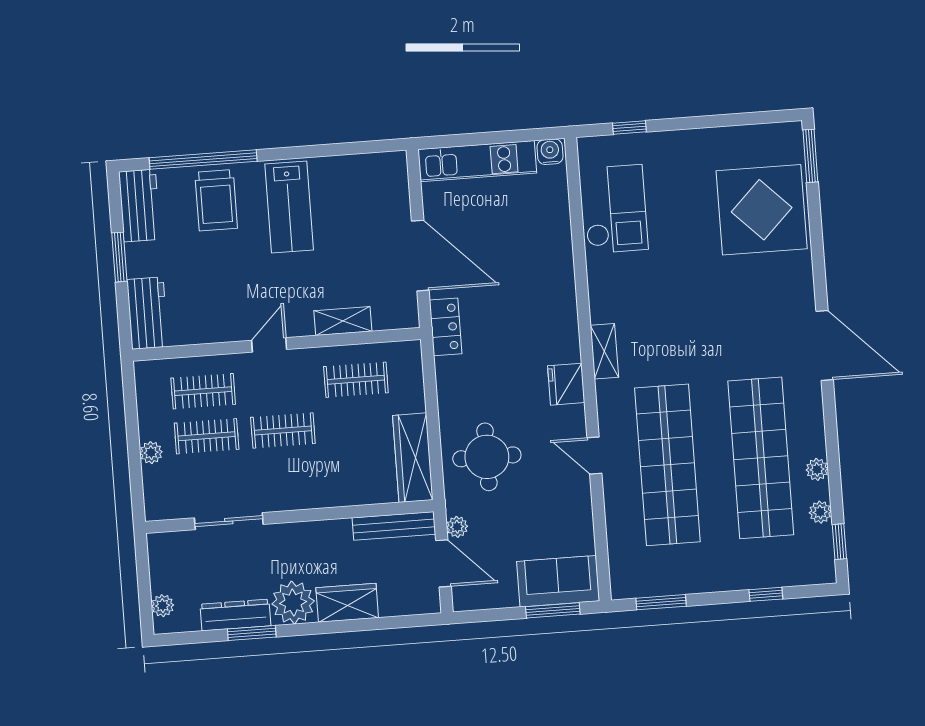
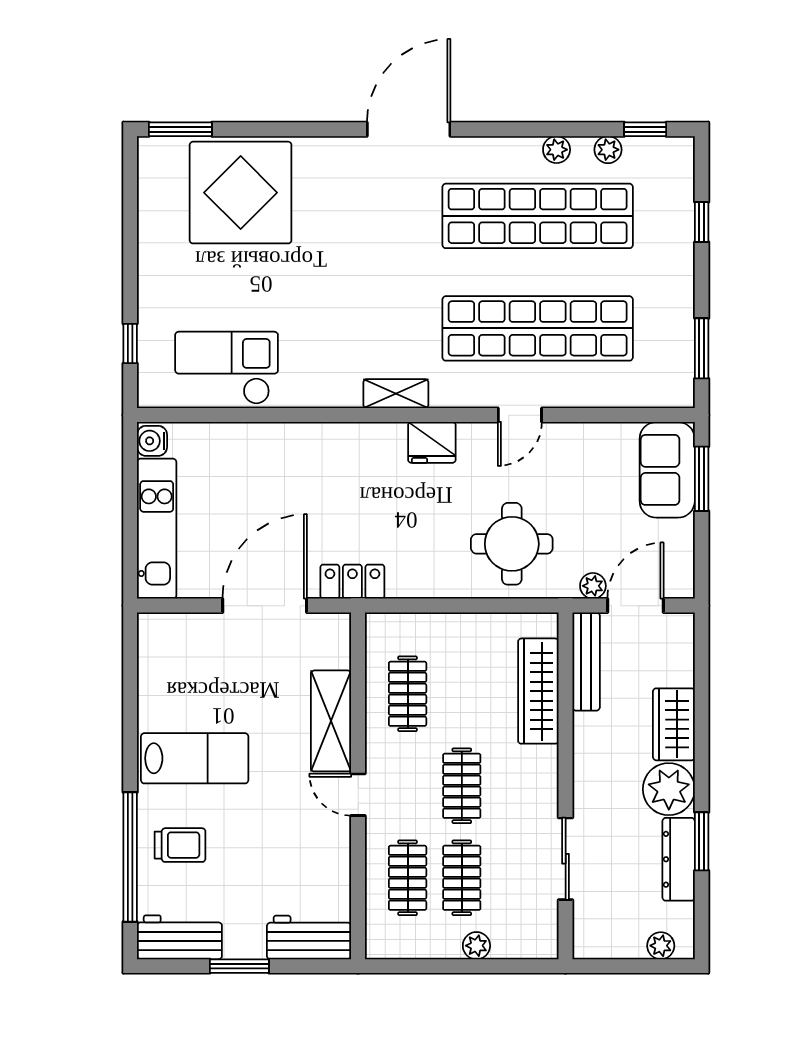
trolley: (216, 200) -> (180, 845), width x0.73, depth x0.72
shelving: (343, 321) -> (331, 721), width x1.50, depth x1.33
wardrobe: (413, 458) -> (538, 691), moved, turned 90

